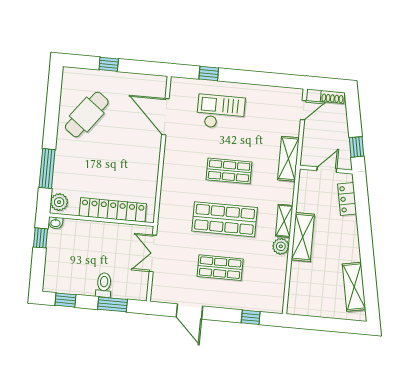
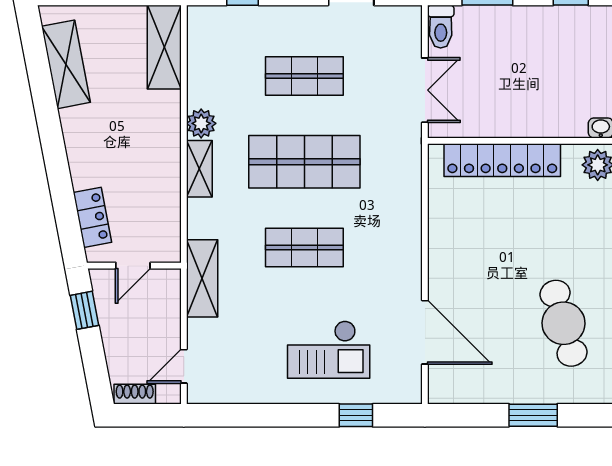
window: (109, 64) -> (533, 415), width x1.50
cafe table: (87, 115) -> (564, 323), turned -53
shelving: (303, 237) -> (164, 47), moved
toilet: (104, 285) -> (441, 27), moved

